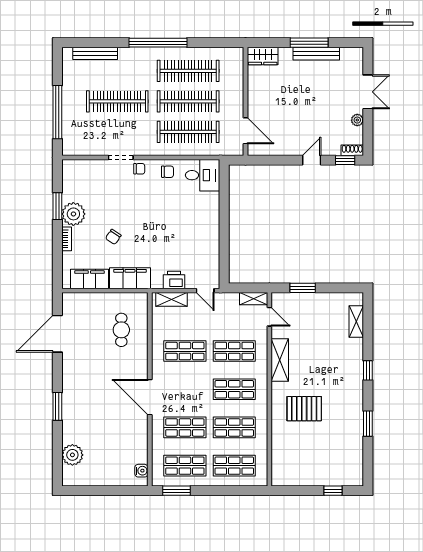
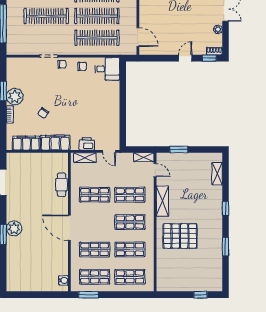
cafe table: (121, 330) -> (62, 185), moved
pallet: (304, 409) -> (180, 236), width x1.37, depth x1.41
plant: (72, 455) -> (14, 228), moved

